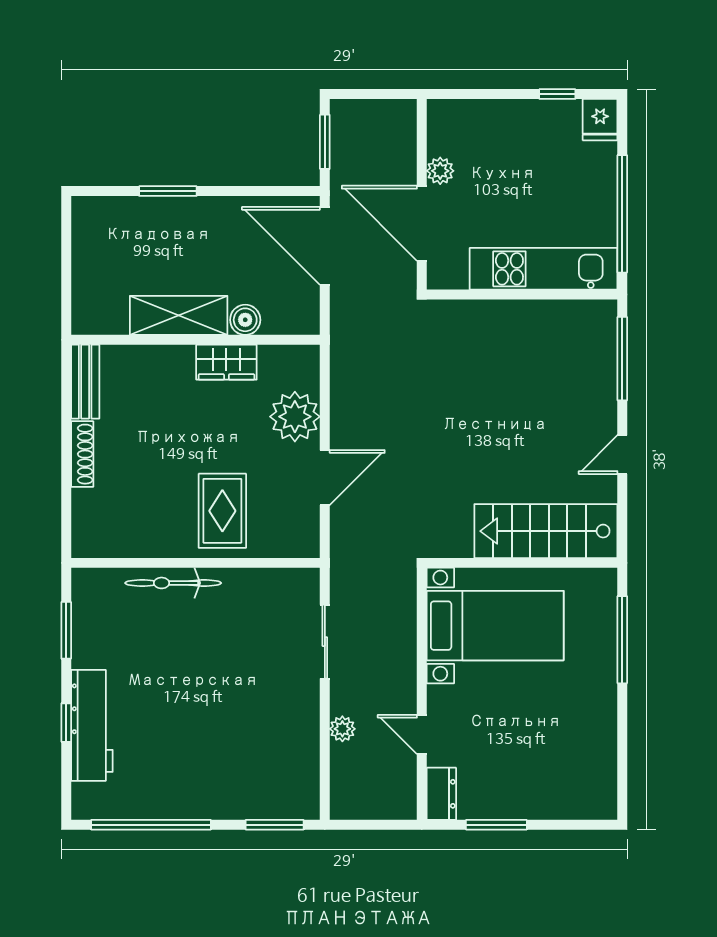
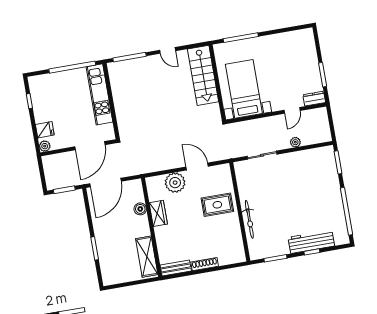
fridge: (600, 120) -> (45, 130), moved
plant: (440, 171) -> (45, 146), moved
shelving: (179, 315) -> (147, 257), moved

